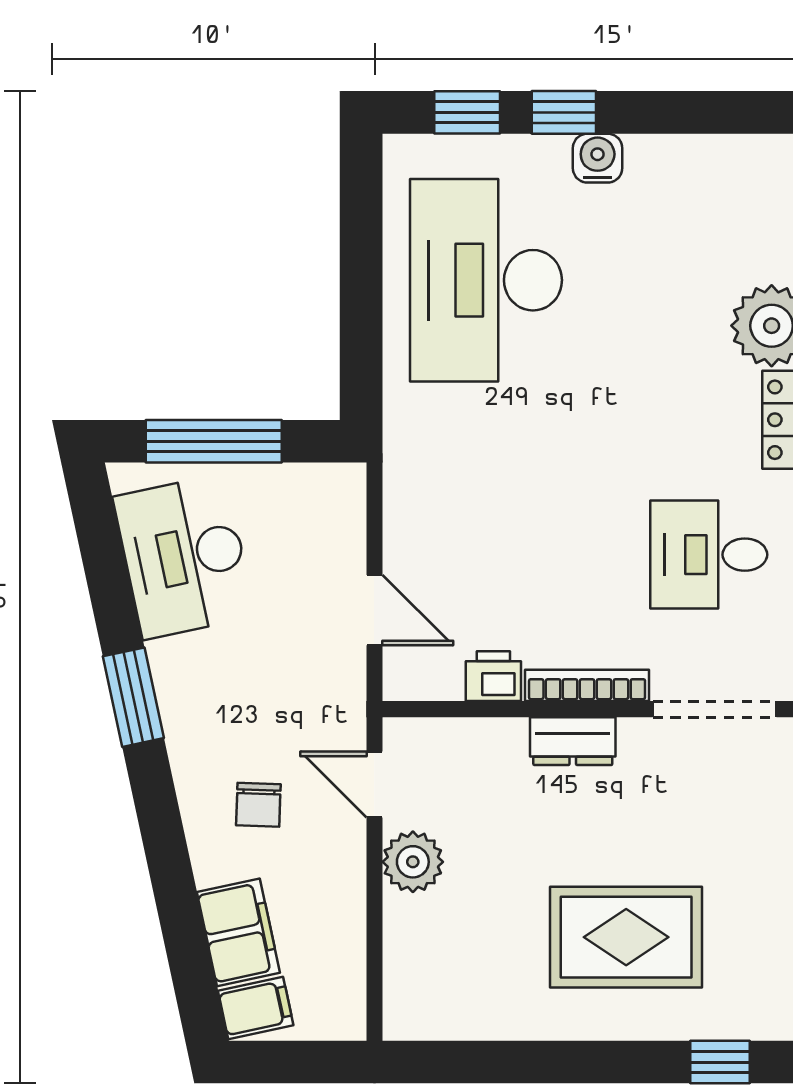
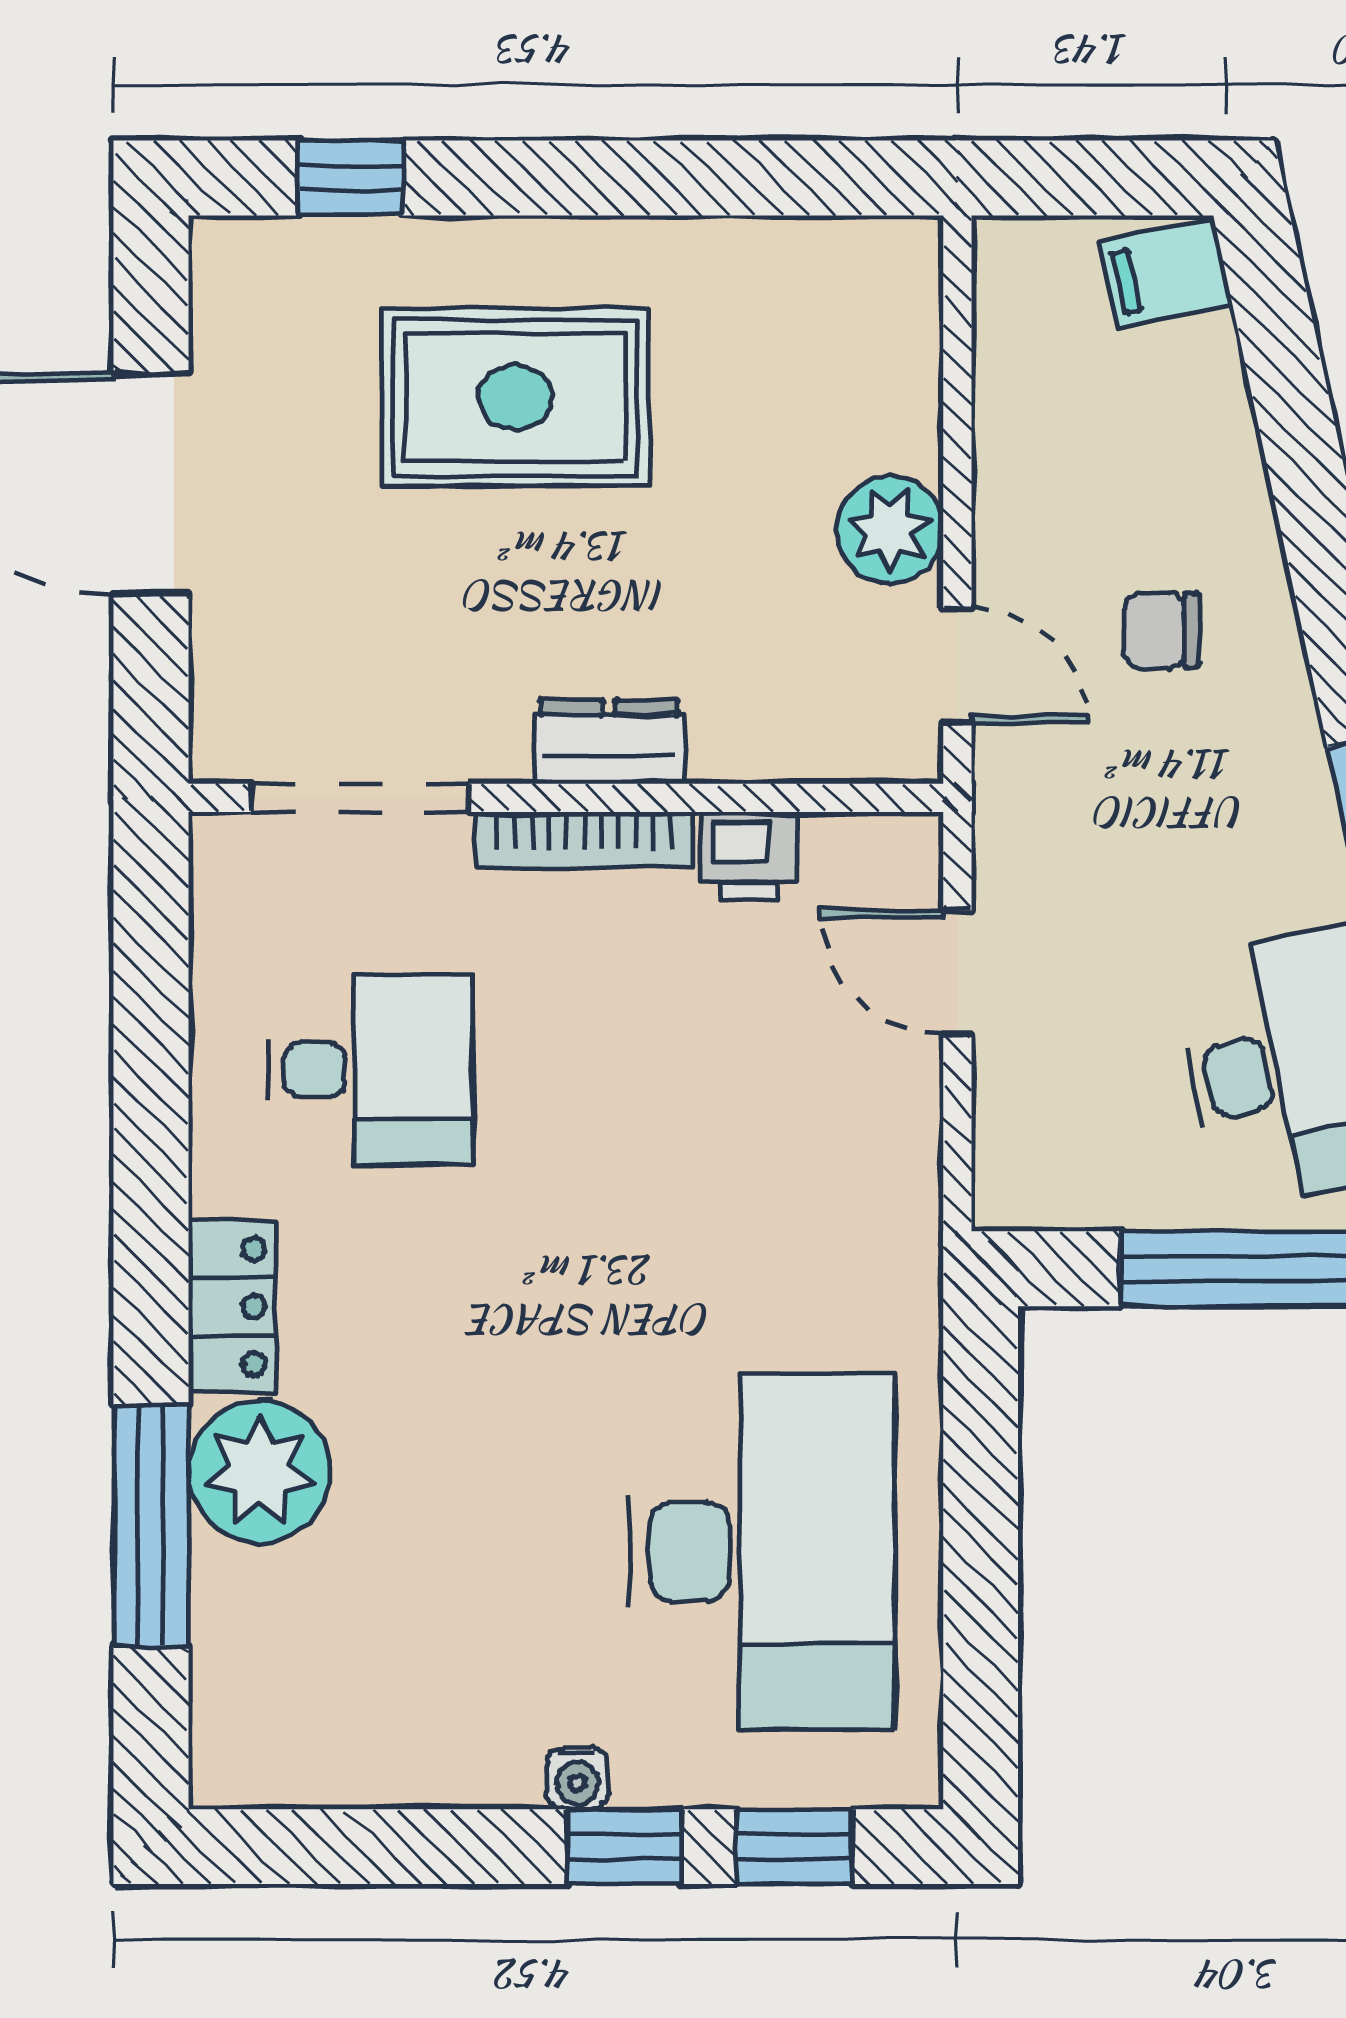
water cooler: (598, 158) -> (577, 1778), width x0.72, depth x0.72
chair: (258, 805) -> (1161, 630), turned -92
filing cabinet: (238, 932) -> (1197, 406), removed

